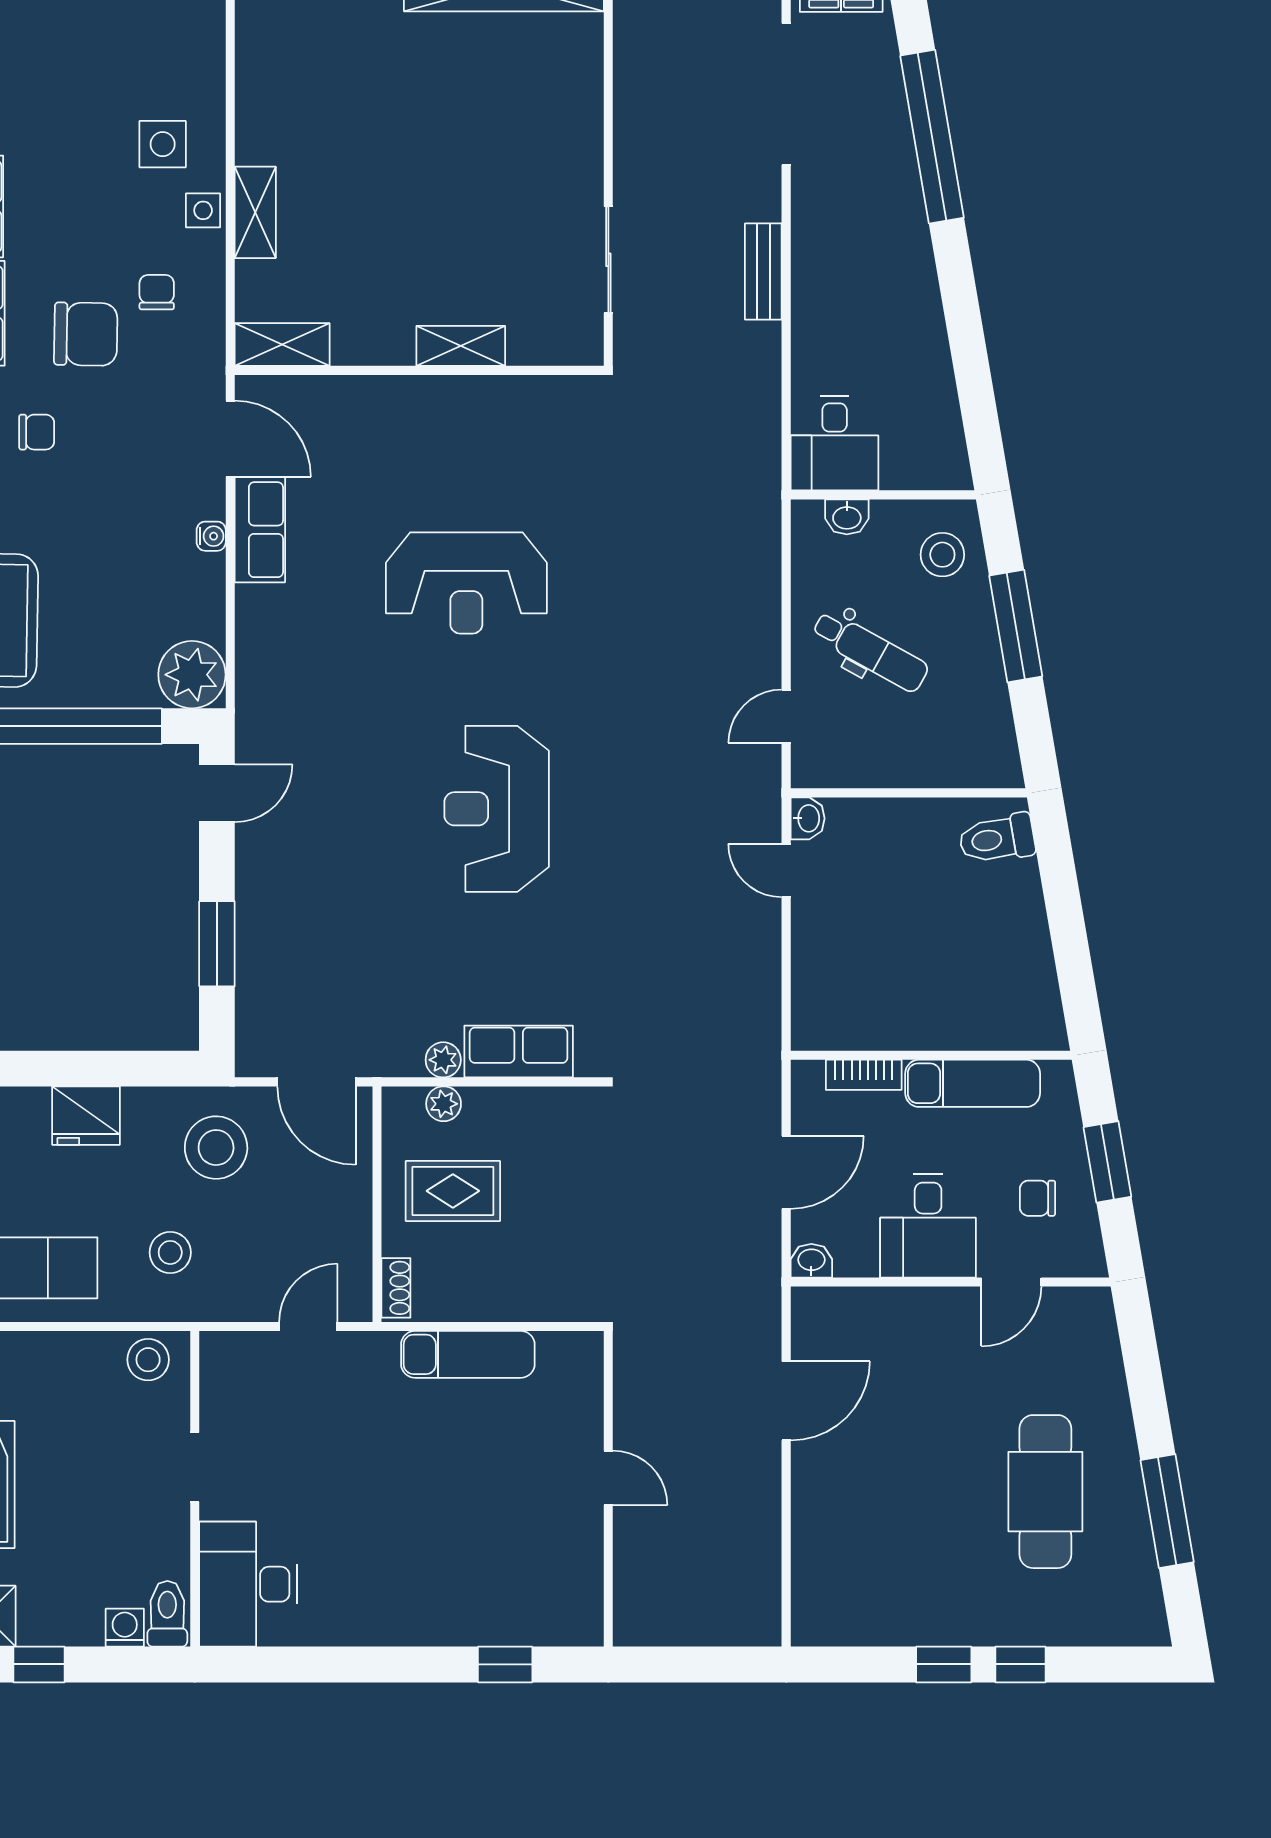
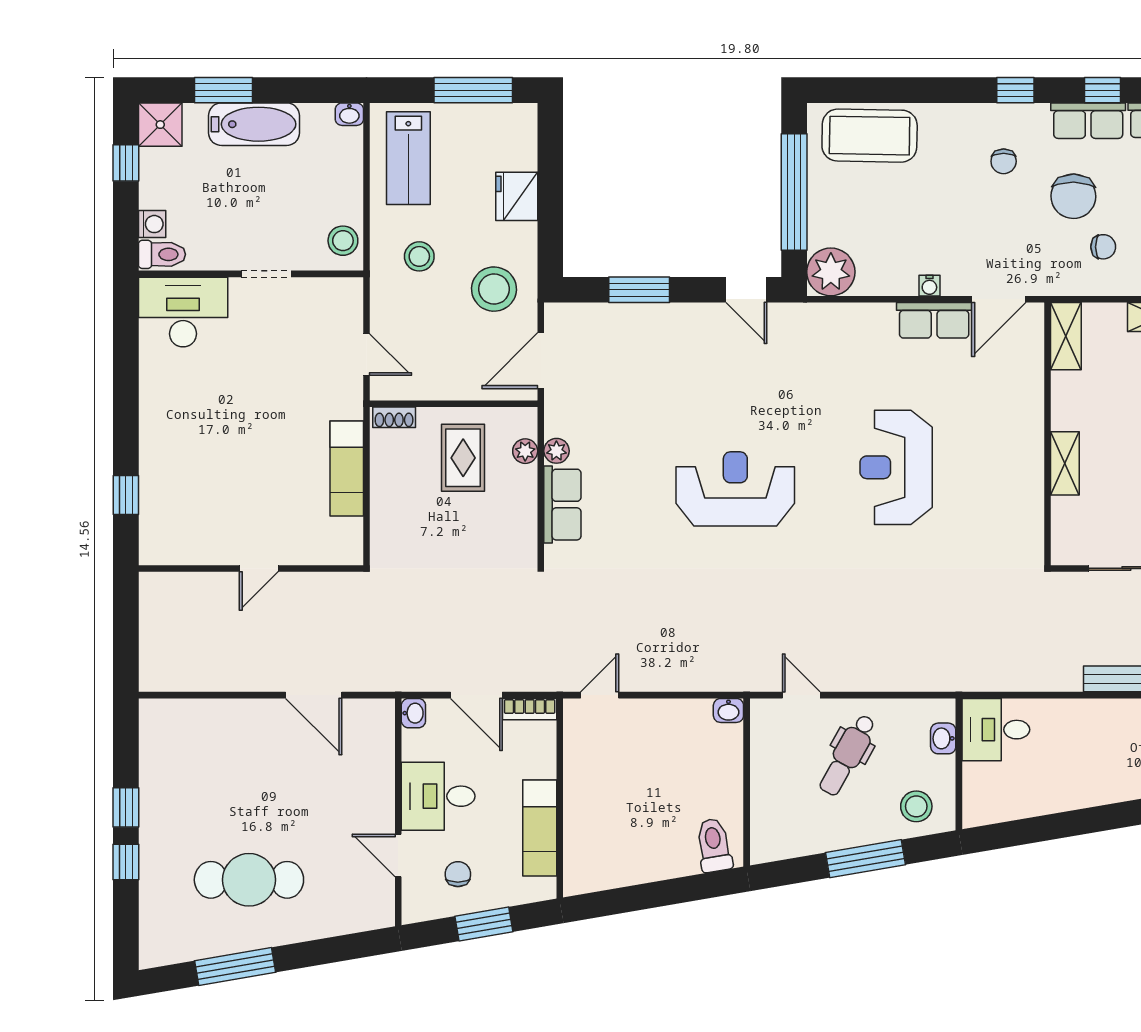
door: (786, 870) -> (600, 695), moved
bookcase: (864, 1075) -> (530, 709), moved, turned -90

